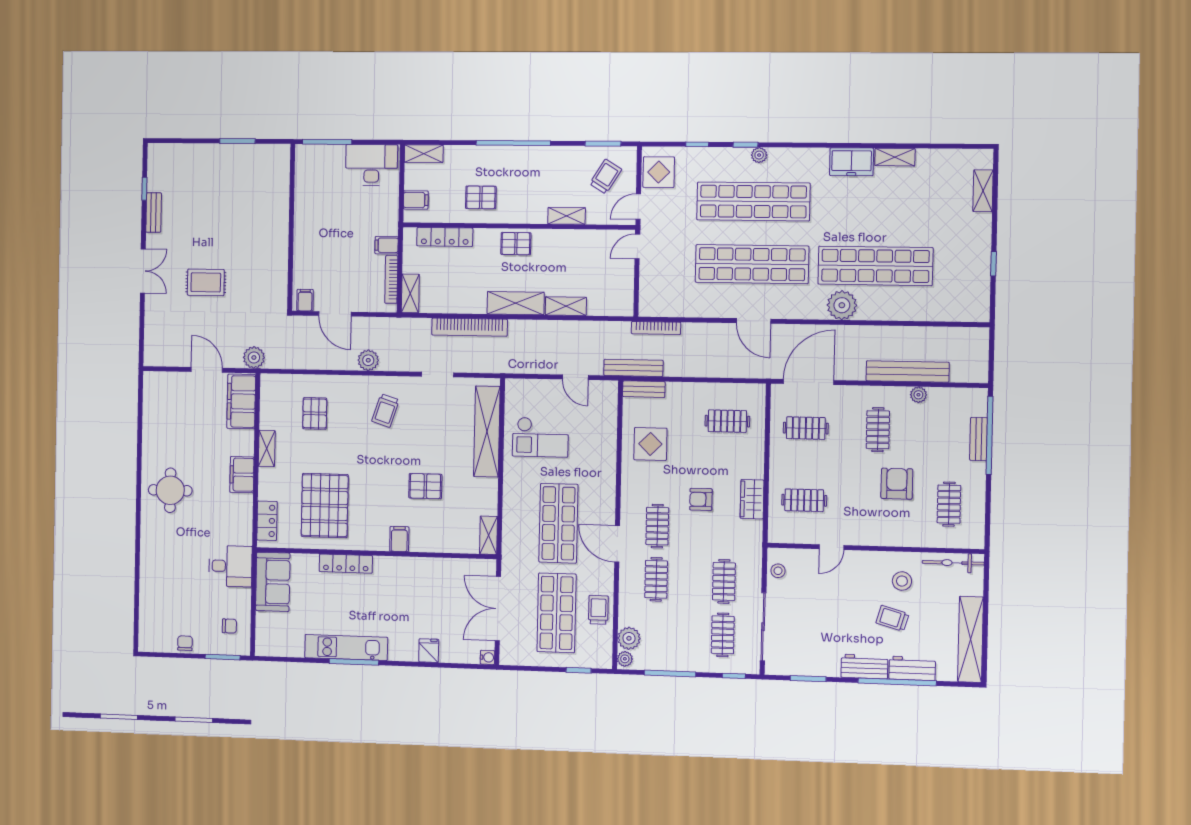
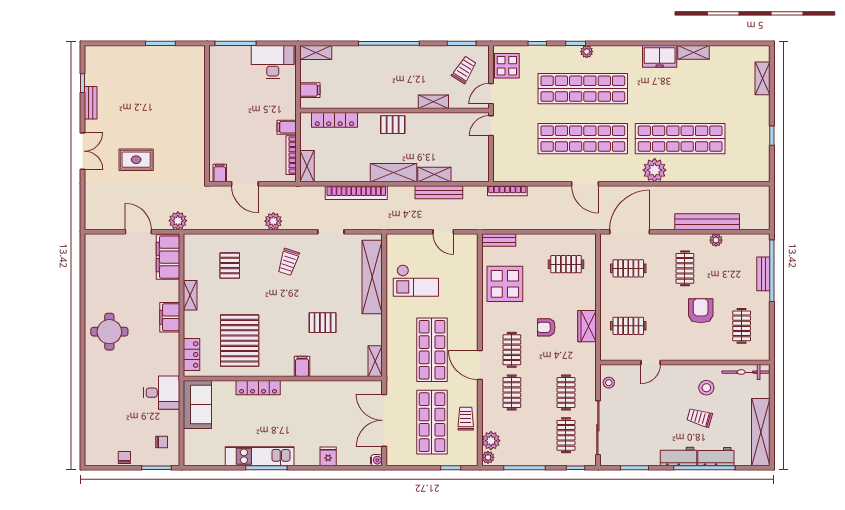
pallet: (481, 197) -> (363, 88), removed
bench: (633, 368) -> (439, 192), moved
display table: (650, 444) -> (505, 284), width x1.36, depth x1.36

